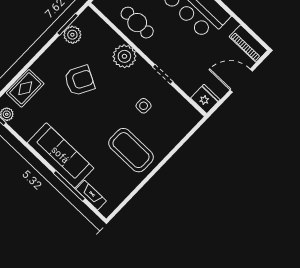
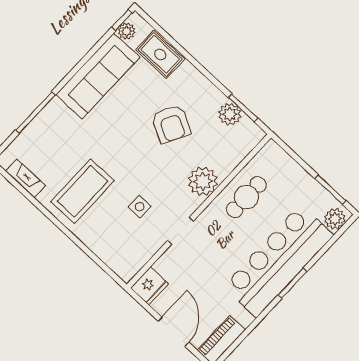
sofa: (60, 155) -> (98, 76), moved
fireplace: (91, 195) -> (25, 178), moved, turned -90

